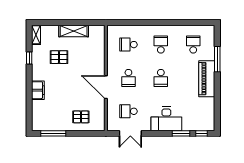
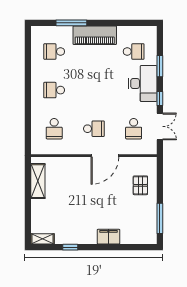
shelving: (74, 31) -> (38, 181), moved
pallet: (59, 57) -> (69, 211), removed
school desk: (161, 78) -> (134, 52), moved
window: (202, 133) -> (160, 98), moved

